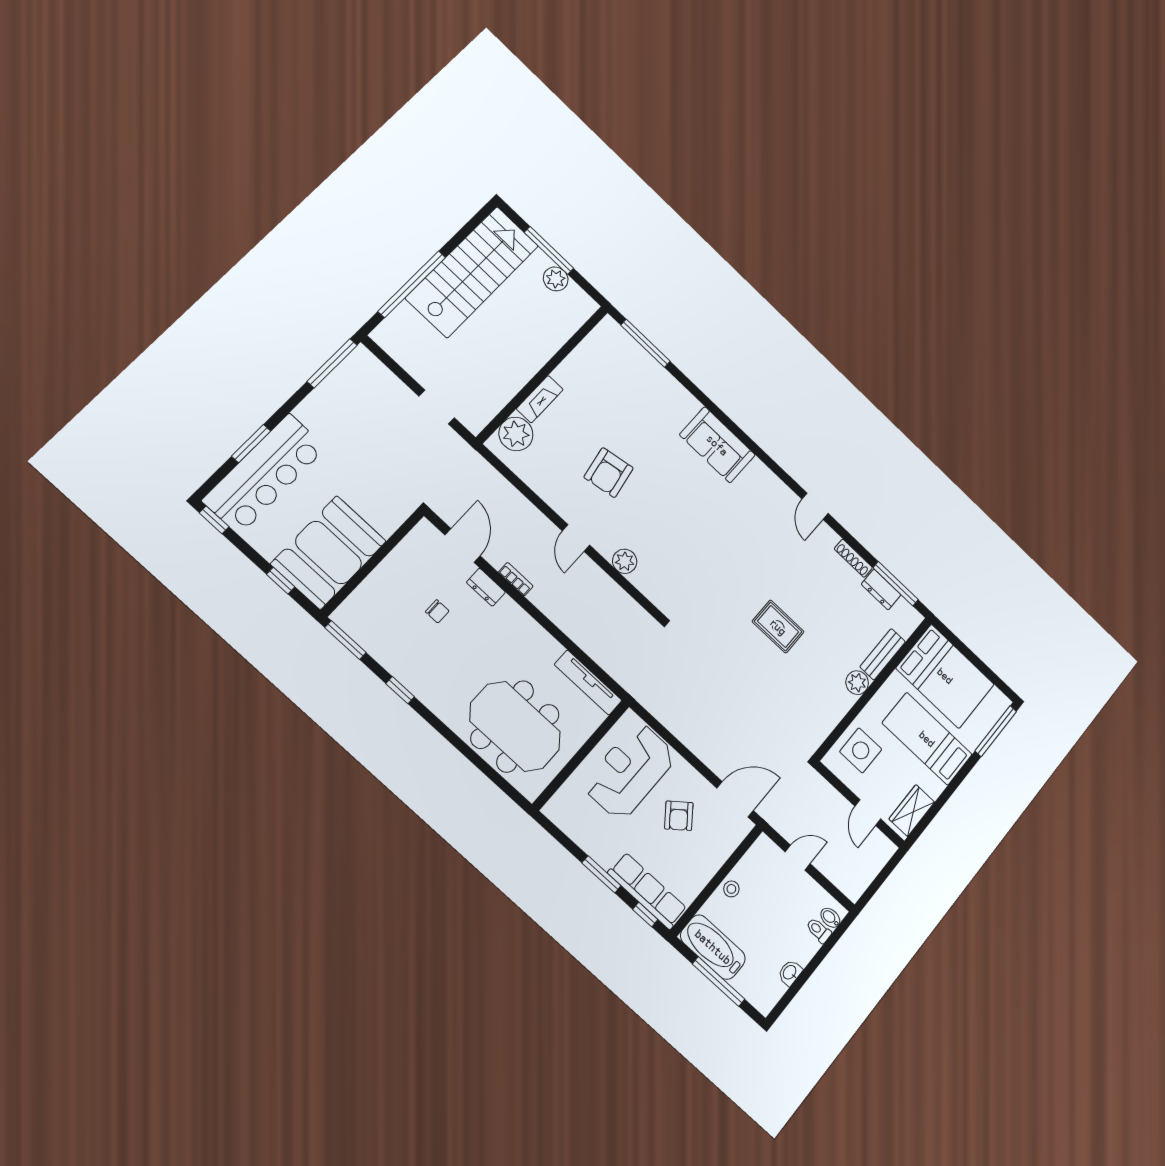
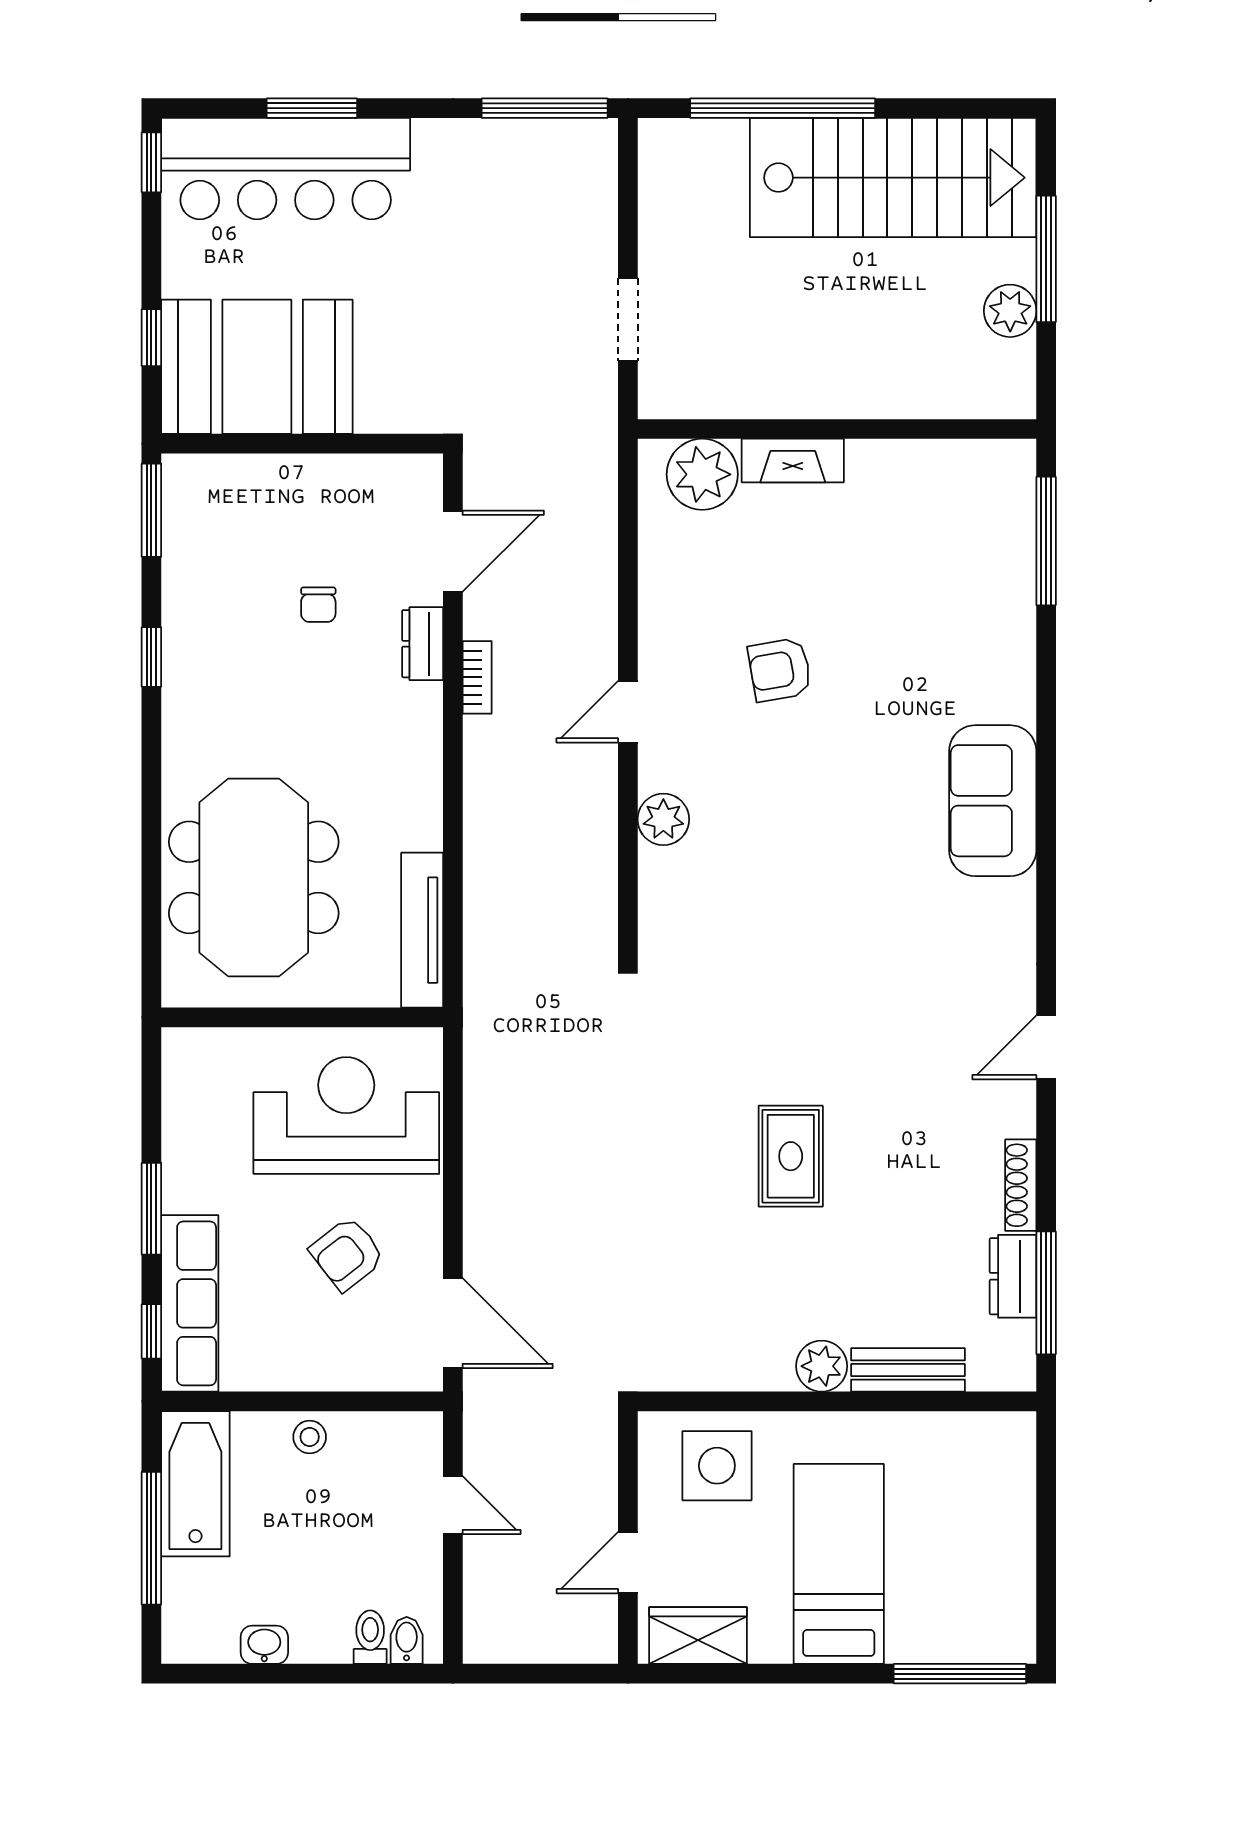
armchair: (609, 473) -> (780, 670), width x0.72, depth x0.72
bed: (945, 676) -> (971, 1508), removed

